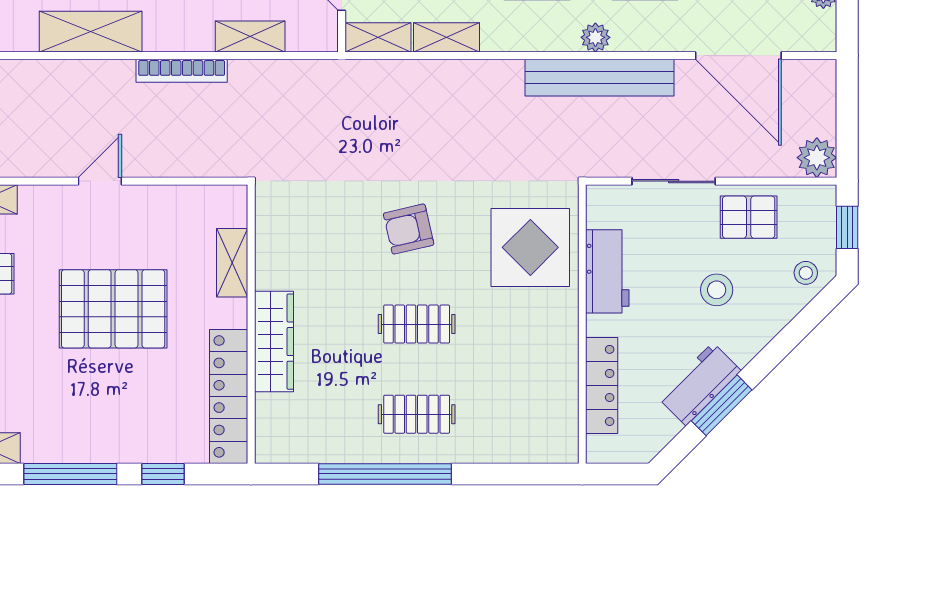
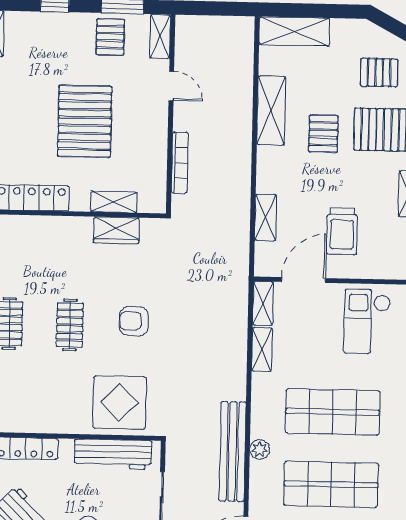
bookcase: (182, 71) -> (180, 163), moved, turned 180
door: (100, 181) -> (171, 86), moved
armchair: (409, 229) -> (134, 321), turned -77
workbench: (607, 271) -> (113, 454), width x1.37
wardrobe: (274, 342) -> (116, 230), moved, width x0.67

